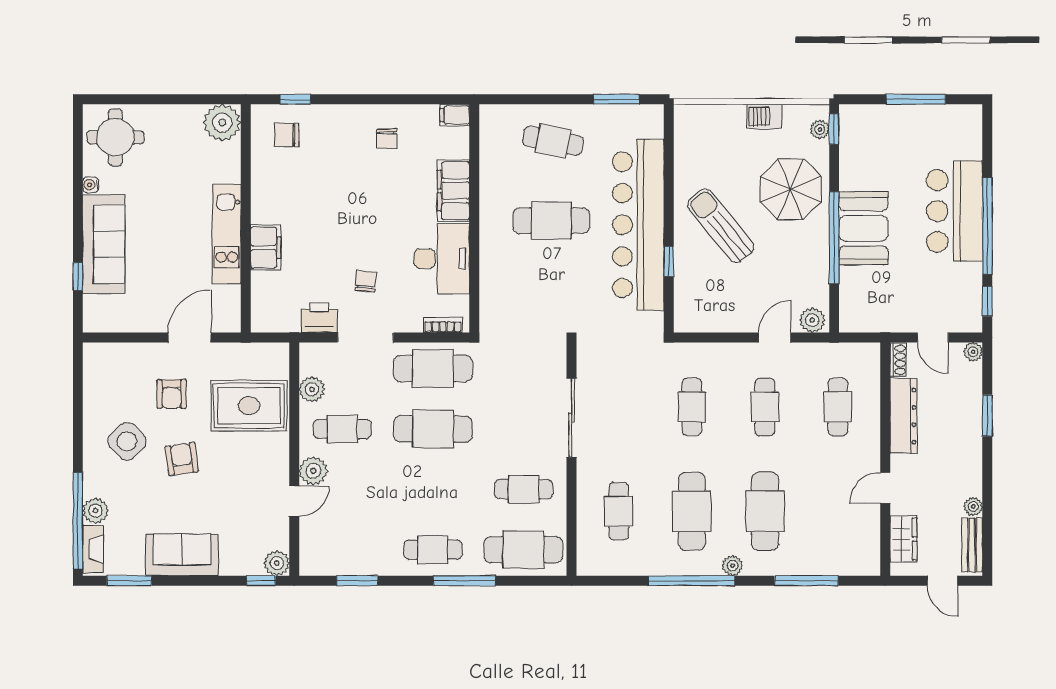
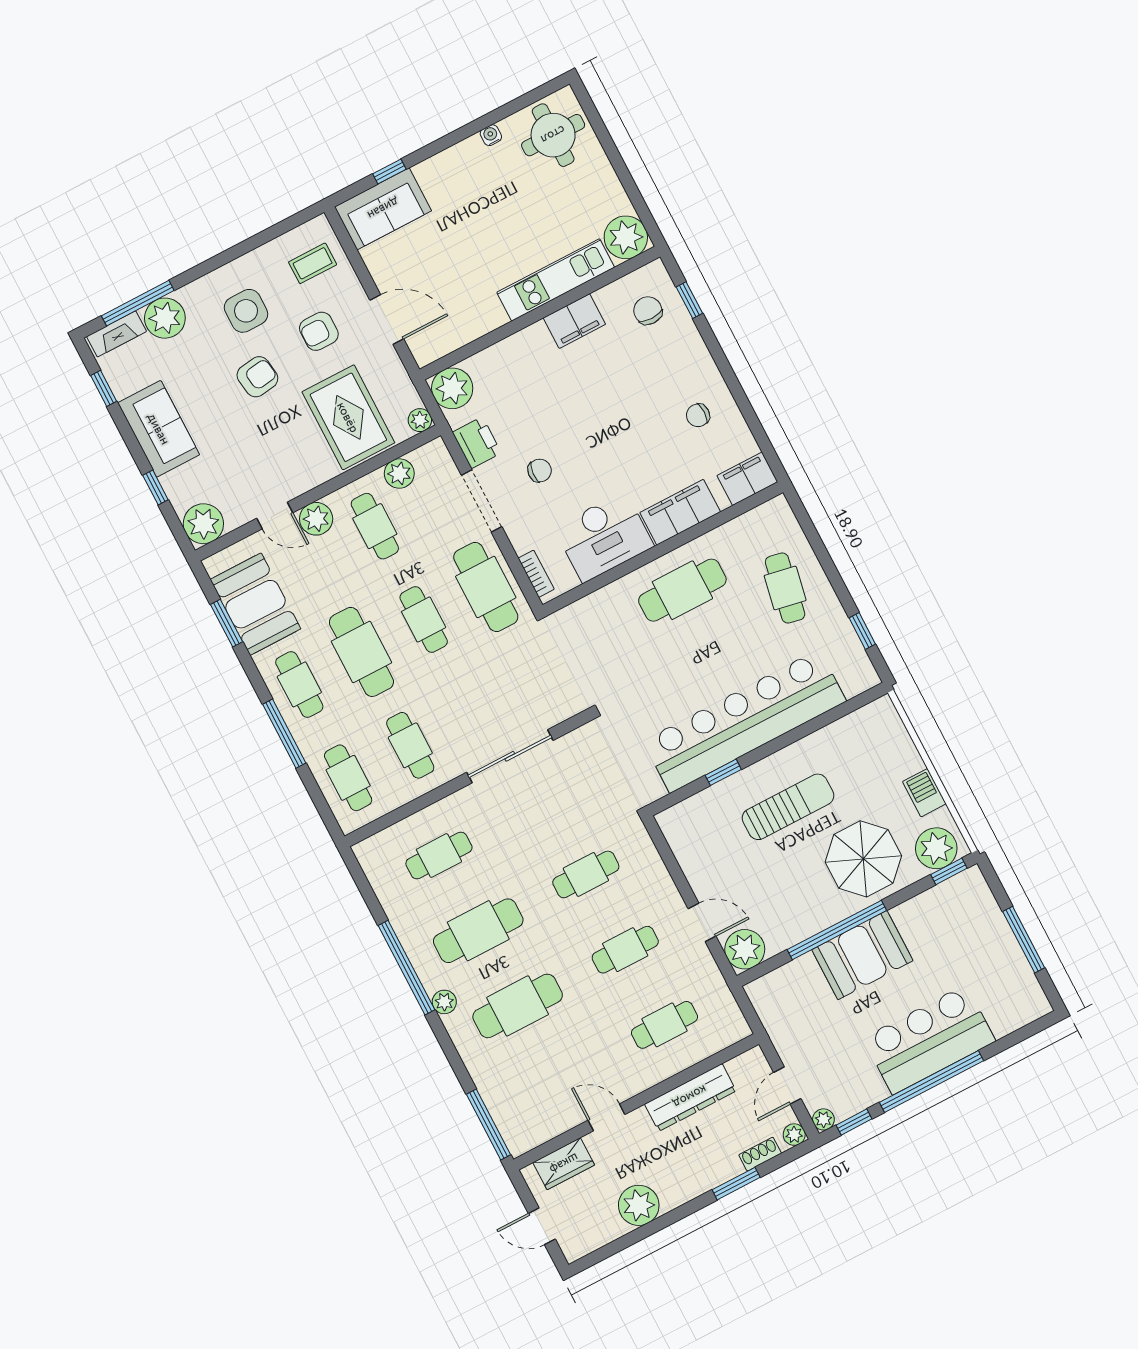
window: (616, 99) -> (862, 631), width x0.67
filing cabinet: (455, 115) -> (747, 479), width x2.00
plant: (820, 129) -> (936, 848), width x1.88, depth x1.88
cafe table: (551, 221) -> (682, 590), moved, turned 90
sun lounger: (721, 226) -> (788, 807), turned 39
kitchen unit: (227, 234) -> (556, 280), moved
sofa: (104, 244) -> (383, 209), moved, width x0.73
filing cabinet: (266, 248) -> (574, 321), moved
plant: (268, 315) -> (452, 388), added
plant: (812, 320) -> (745, 949), width x1.36, depth x1.36
plant: (973, 323) -> (823, 1119), added
plant: (279, 352) -> (420, 420), added
shoe rack: (898, 360) -> (760, 1154), moved, turned 180
coffee table: (117, 372) -> (313, 263), added
cafe table: (433, 429) -> (424, 619), width x0.73, depth x0.74
side table: (127, 441) -> (246, 311), turned 45
cafe table: (433, 489) -> (361, 652), added
plant: (973, 507) -> (639, 1205), width x1.87, depth x1.87
plant: (95, 511) -> (165, 318), width x1.36, depth x1.36
window: (78, 521) -> (138, 303), width x0.68
bench: (972, 545) -> (595, 1238), removed
cafe table: (523, 550) -> (348, 778), width x0.73, depth x0.74
booth: (354, 551) -> (255, 604), added
plant: (277, 563) -> (203, 524), width x1.36, depth x1.36
window: (129, 581) -> (104, 388), width x0.67
window: (261, 581) -> (155, 487), moved
window: (806, 581) -> (488, 1124), moved
door: (942, 581) -> (542, 1226), hinge flipped

